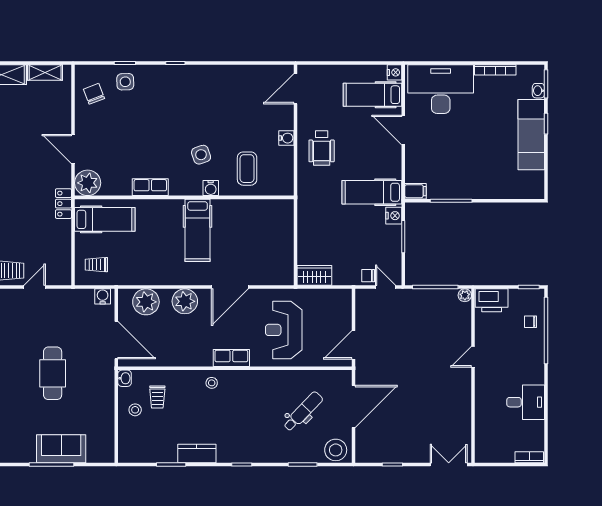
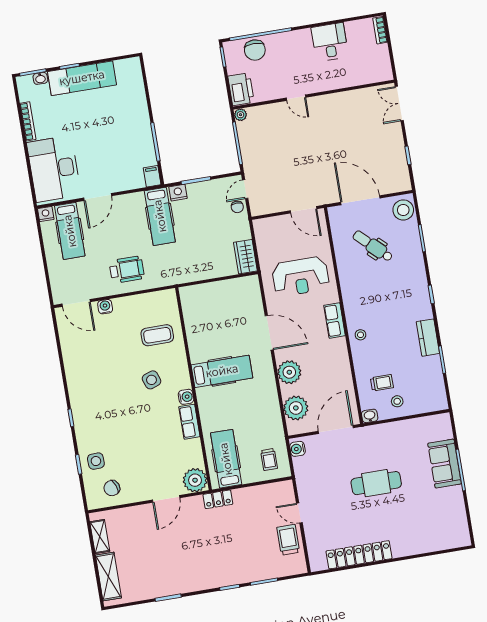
water cooler: (286, 138) -> (105, 307), moved
water cooler: (211, 188) -> (186, 397), moved
chair: (530, 322) -> (255, 50), width x1.87, depth x1.87

